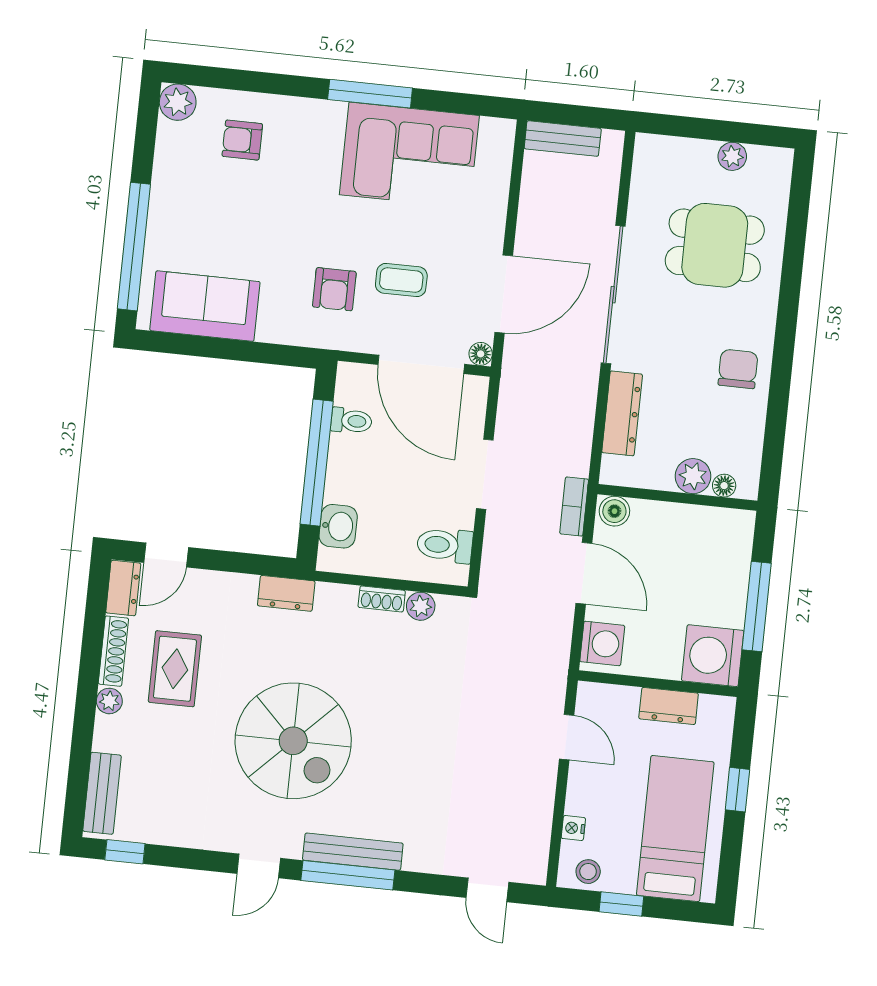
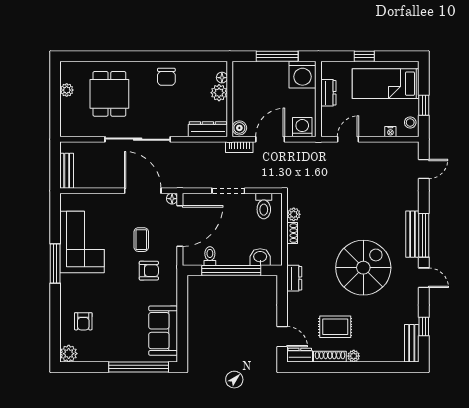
chair: (738, 369) -> (166, 77), turned -90
dresser: (622, 413) -> (208, 129), moved
bench: (102, 793) -> (412, 343), moved, turned 90
window: (125, 852) -> (424, 326), moved

